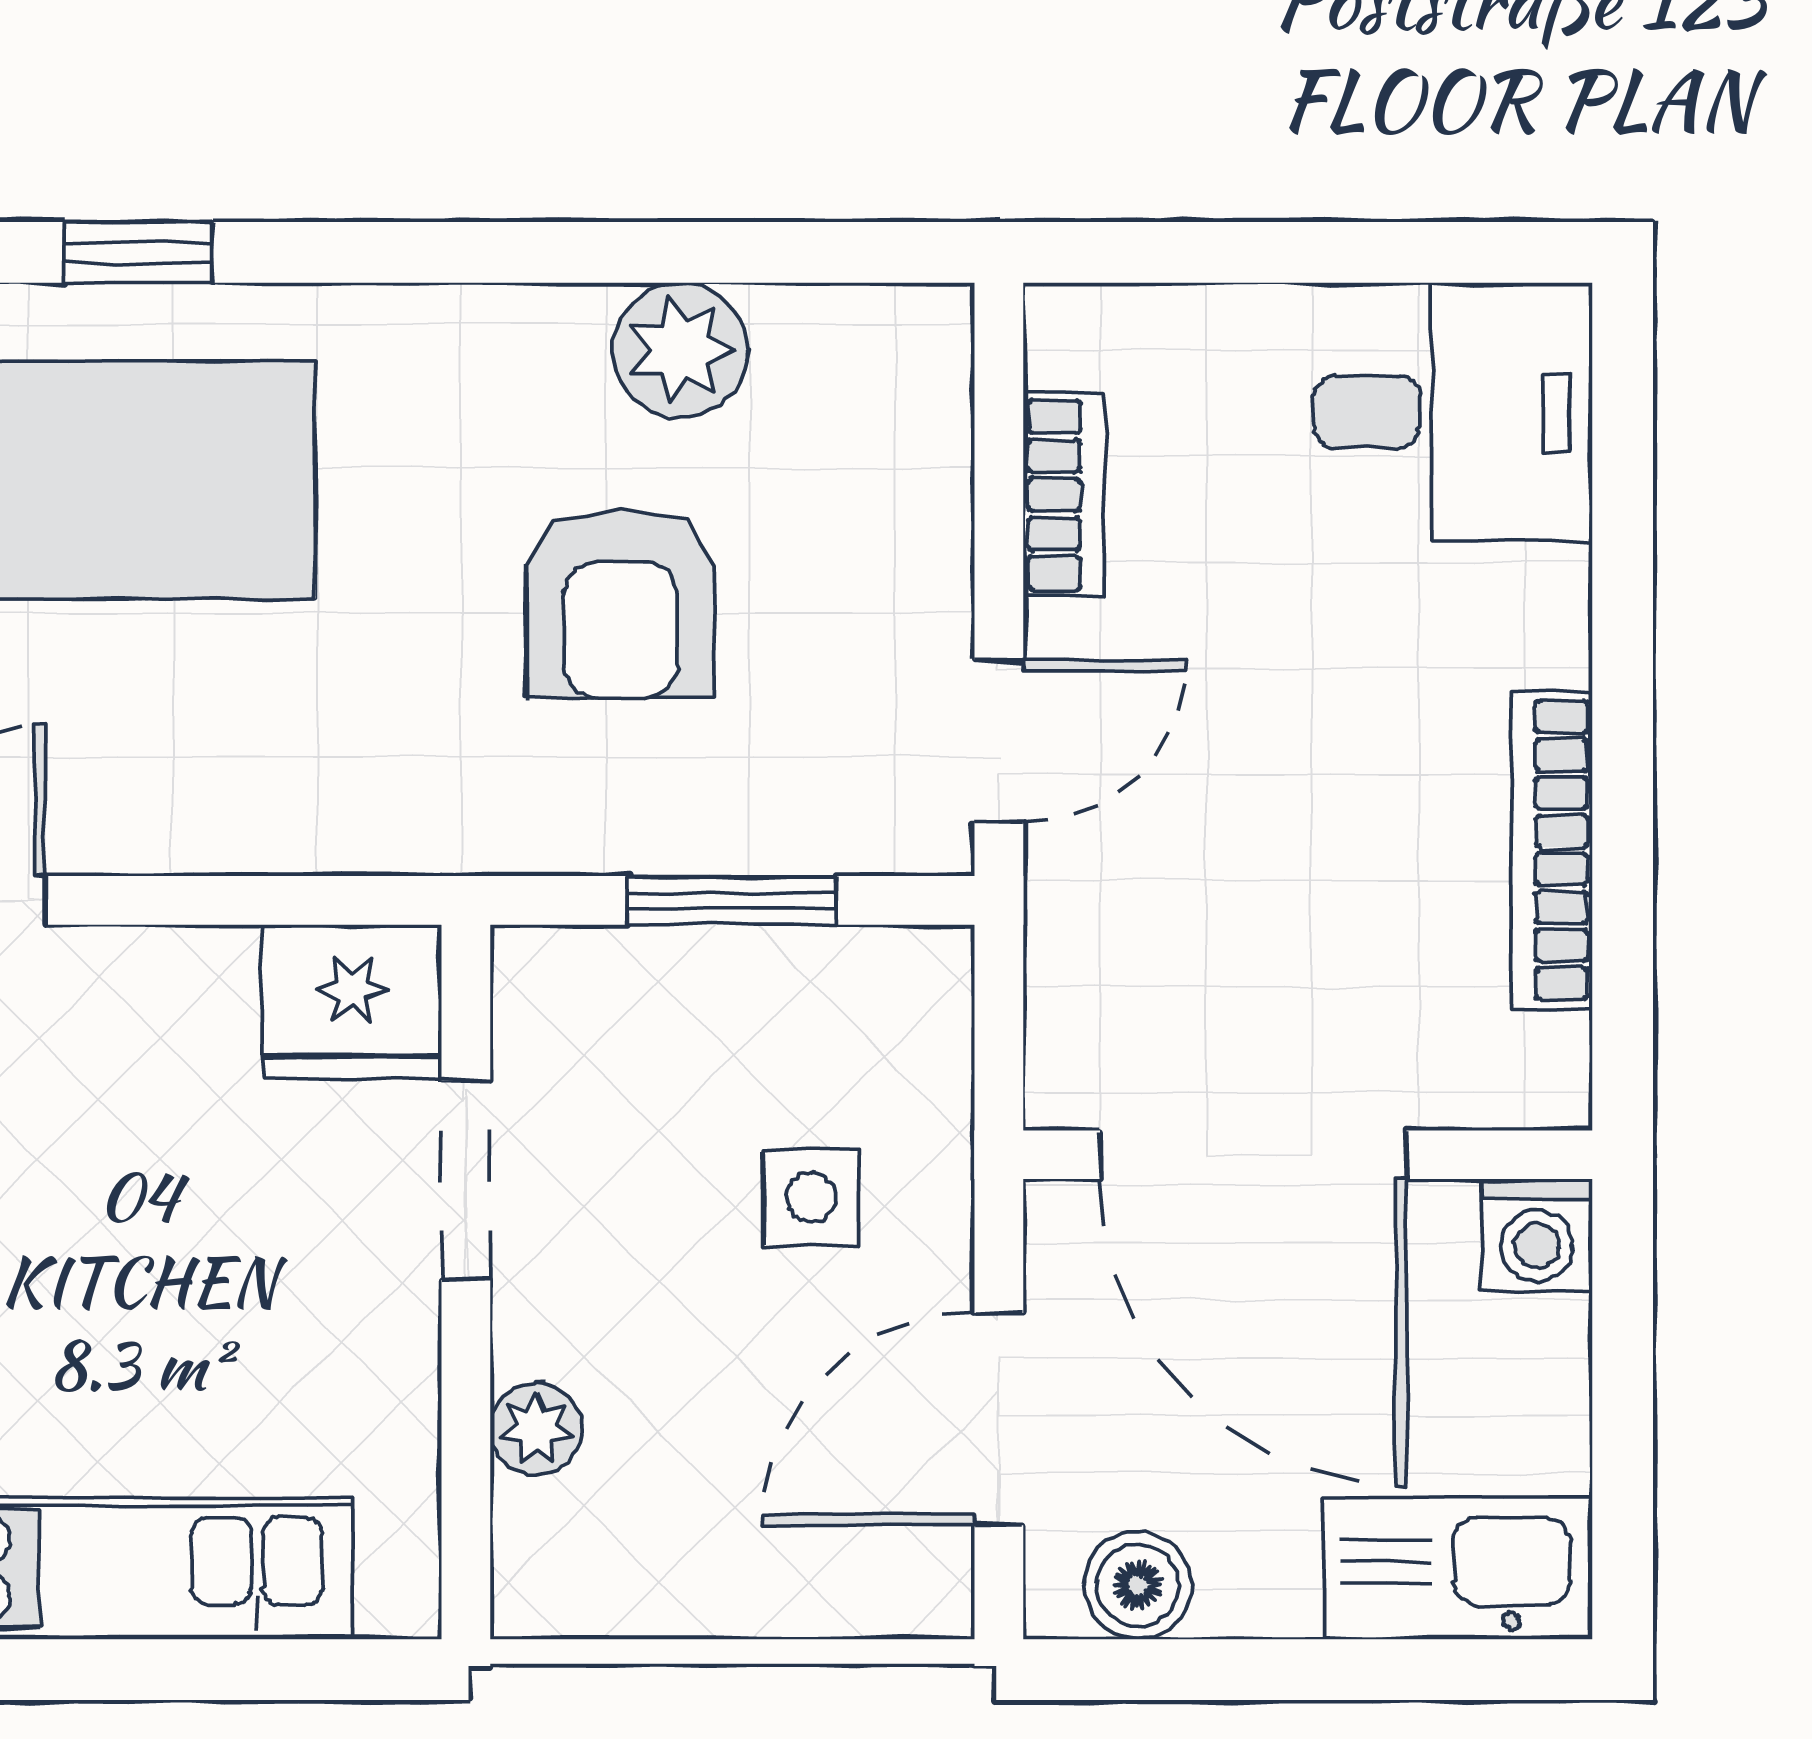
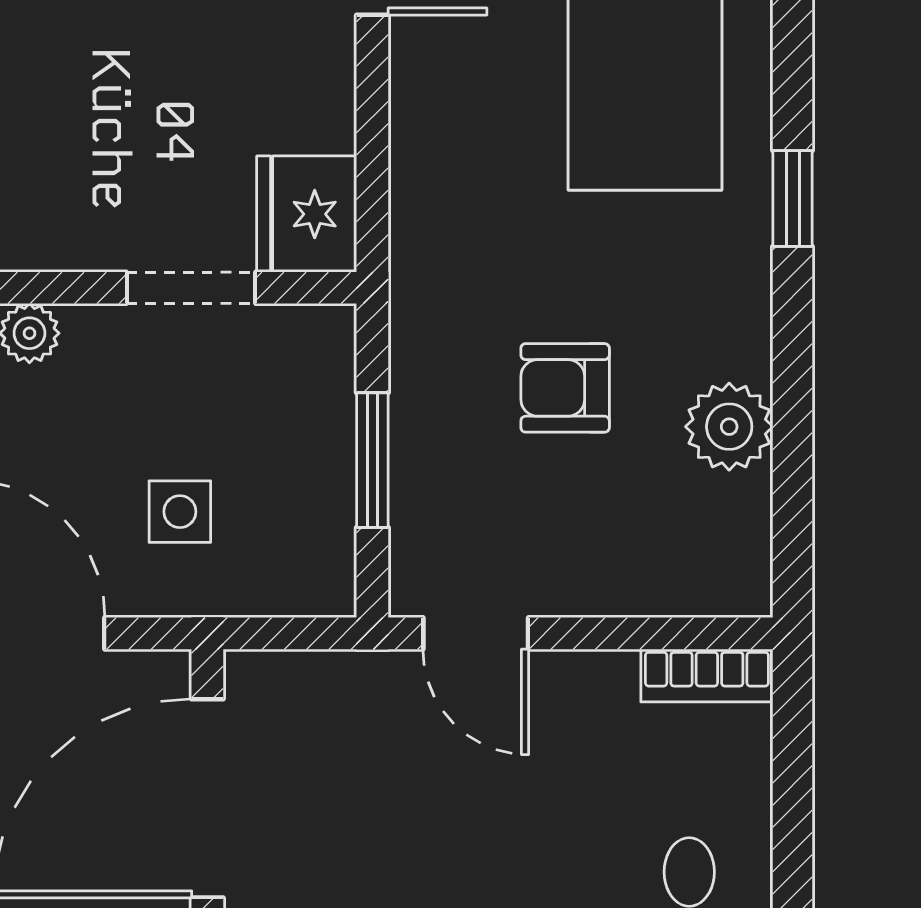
window: (138, 252) -> (793, 198), moved
bookcase: (1064, 495) -> (707, 676), moved
armchair: (620, 603) -> (565, 388), width x0.72, depth x0.72

